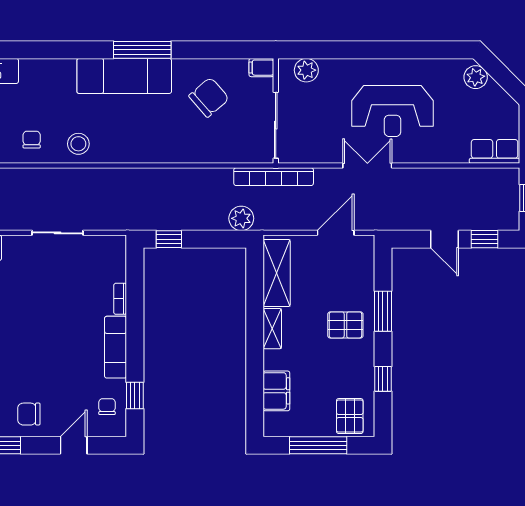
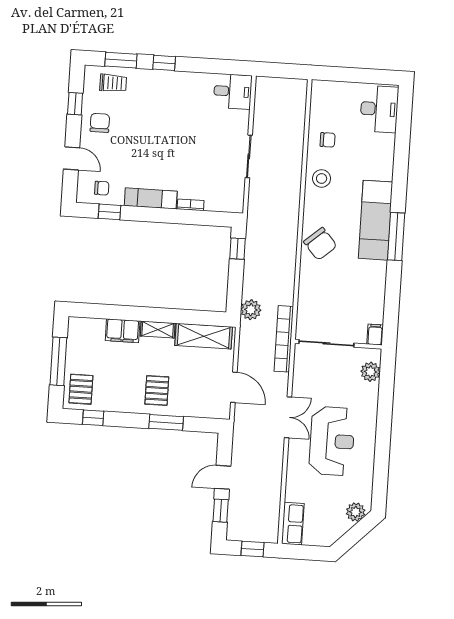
chair: (209, 97) -> (320, 244), moved
reception desk: (392, 111) -> (332, 441), turned 180
window: (383, 379) -> (93, 418), moved
filing cabinet: (276, 391) -> (123, 331), moved
pallet: (350, 416) -> (81, 389), turned 90

